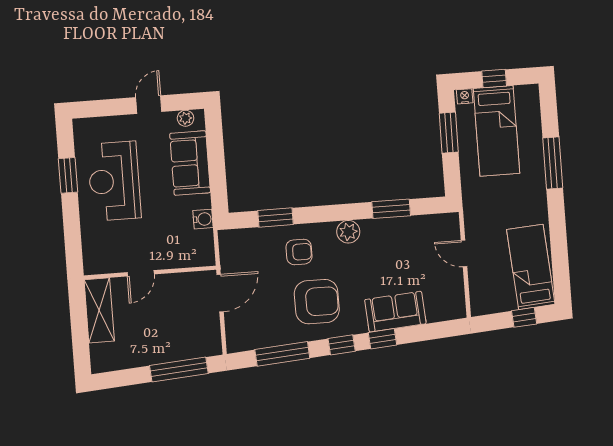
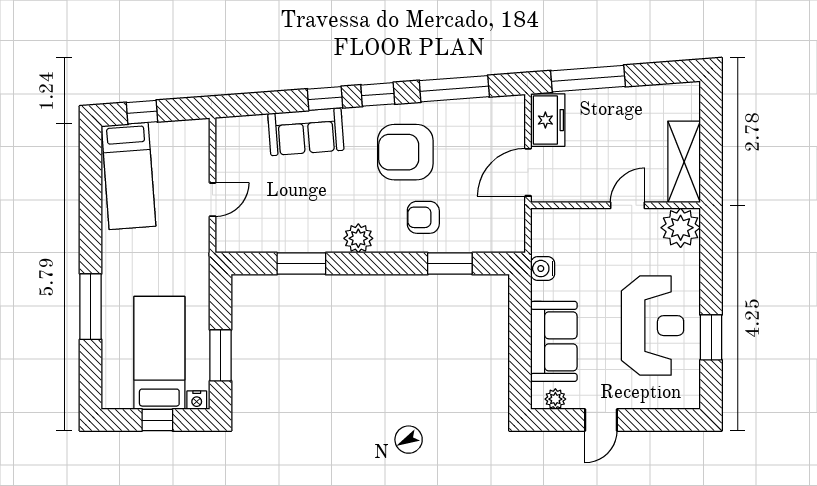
door: (464, 253) -> (213, 200), hinge flipped
plant: (98, 259) -> (681, 228), added
freezer: (208, 335) -> (548, 120), added

